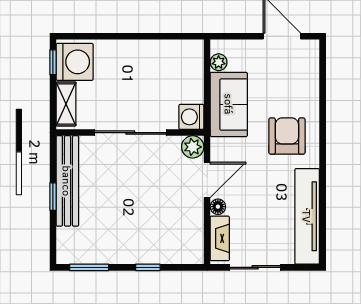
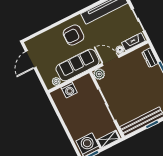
sofa: (229, 104) -> (78, 65), width x1.36
washing machine: (191, 117) -> (69, 90), moved
dresser: (176, 254) -> (150, 58), added

